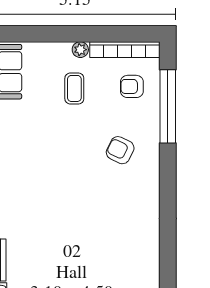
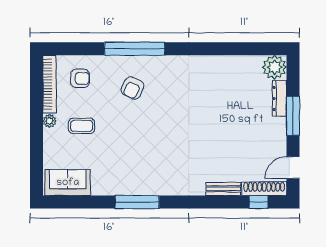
armchair: (132, 86) -> (80, 78), turned -90
window: (168, 106) -> (135, 49), moved

